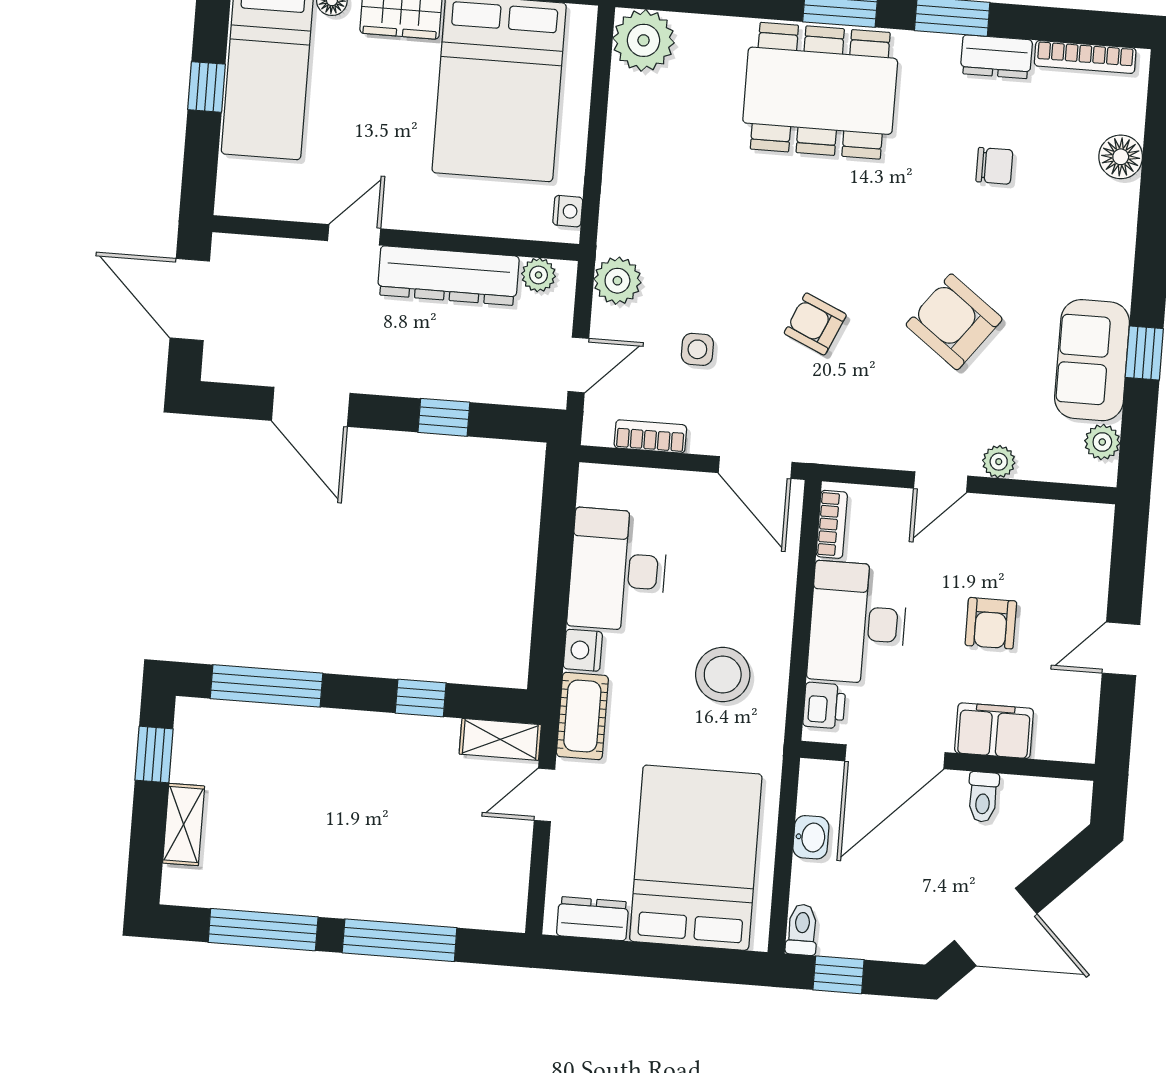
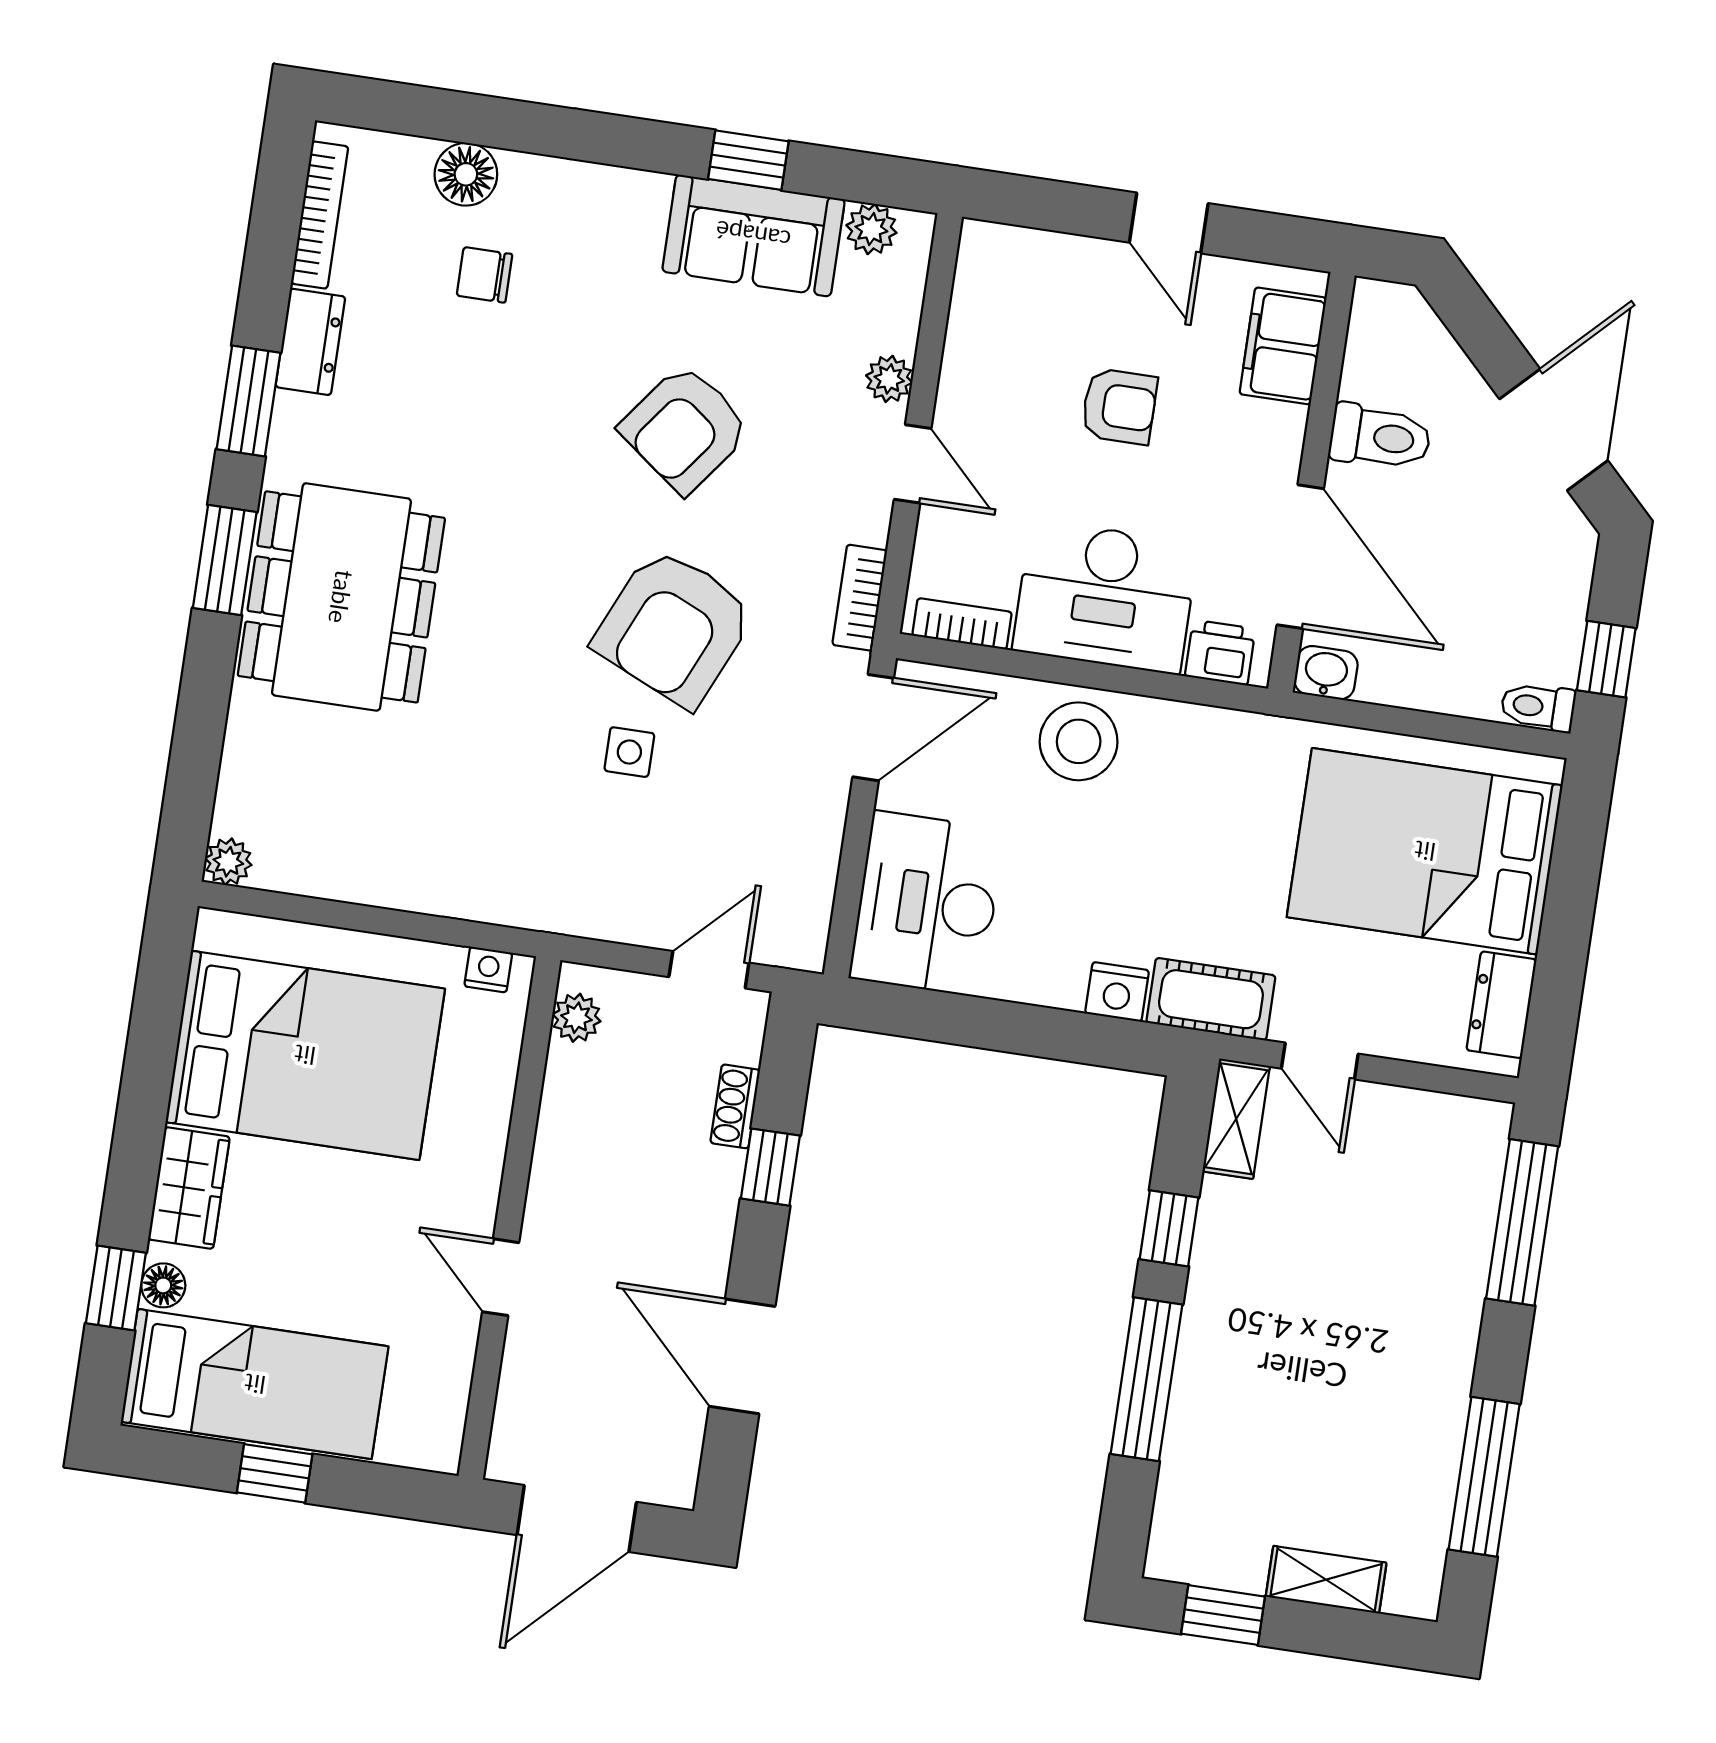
plant: (644, 40) -> (228, 862), width x0.53, depth x0.53
chair: (994, 166) -> (485, 275), moved, turned -90
dresser: (448, 276) -> (568, 1147), removed
plant: (617, 281) -> (593, 906), removed
armchair: (815, 324) -> (674, 627), width x1.88, depth x1.88
side table: (697, 349) -> (629, 752), moved
door: (578, 365) -> (709, 970), hinge flipped
shoe rack: (484, 390) -> (735, 1106), added
door: (311, 407) -> (742, 1356), swing flipped
bookcase: (650, 436) -> (860, 598), moved
desk: (618, 570) -> (927, 904), moved, turned 90
stool: (723, 675) -> (1079, 741), moved
window: (267, 686) -> (1146, 1379), moved
filing cabinet: (994, 731) -> (1283, 346), moved
toilet: (983, 797) -> (1380, 437), width x1.37, depth x1.39
washbasin: (811, 837) -> (1326, 673), moved
window: (400, 940) -> (1522, 1222), moved

